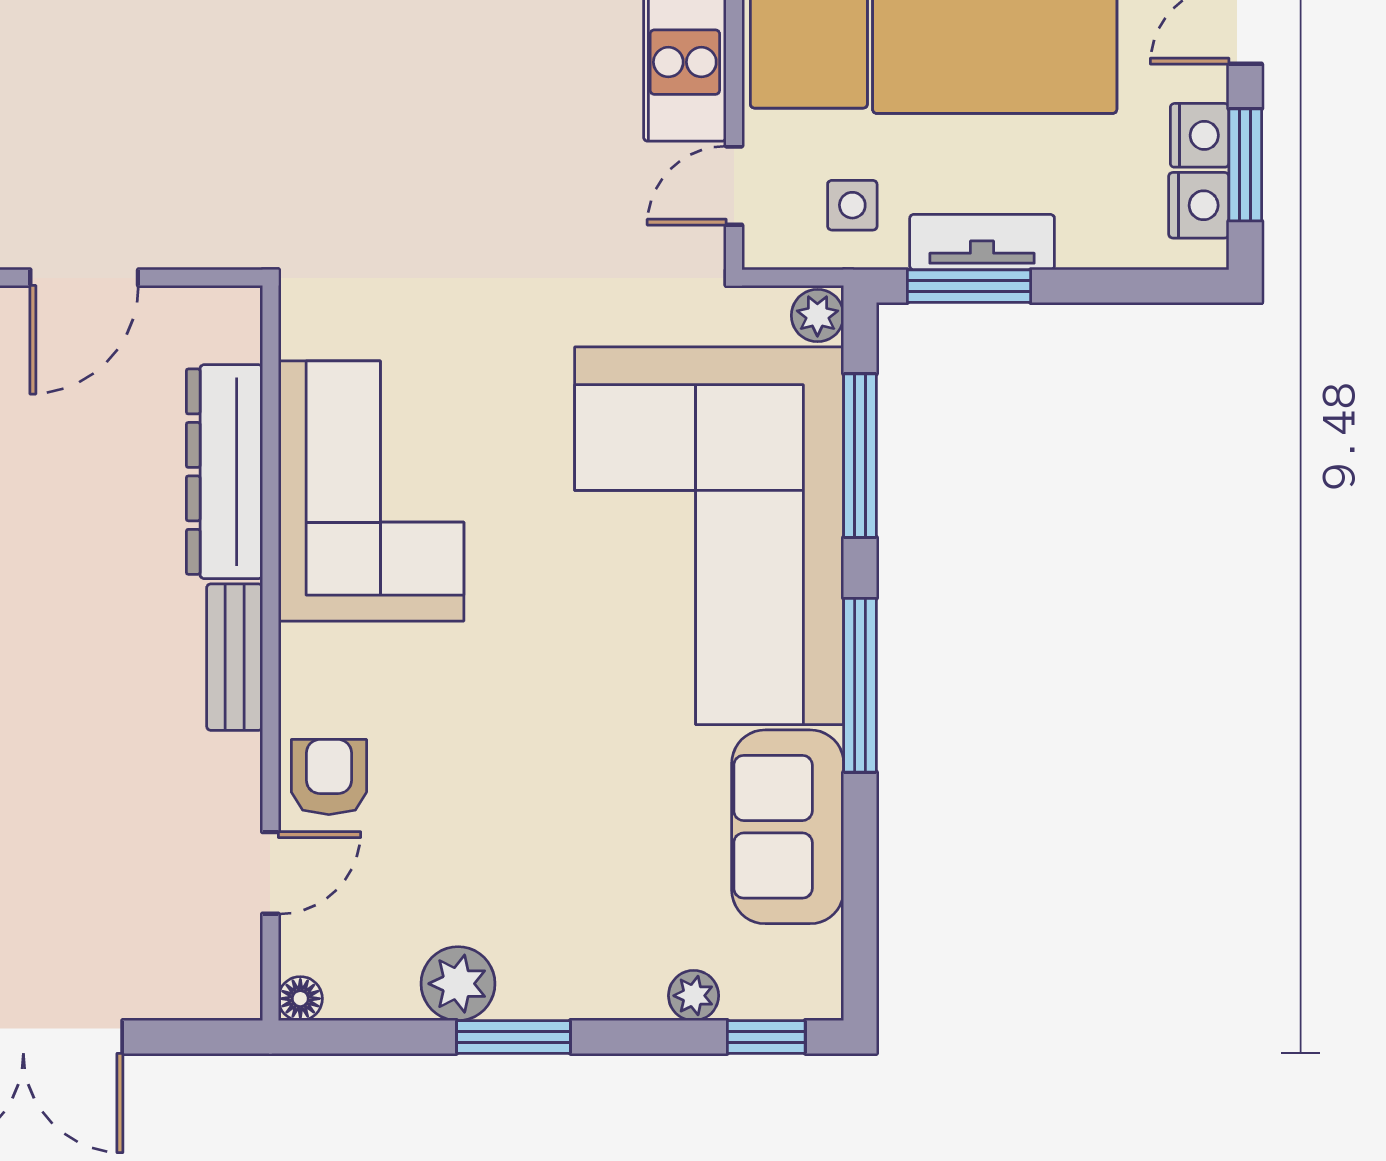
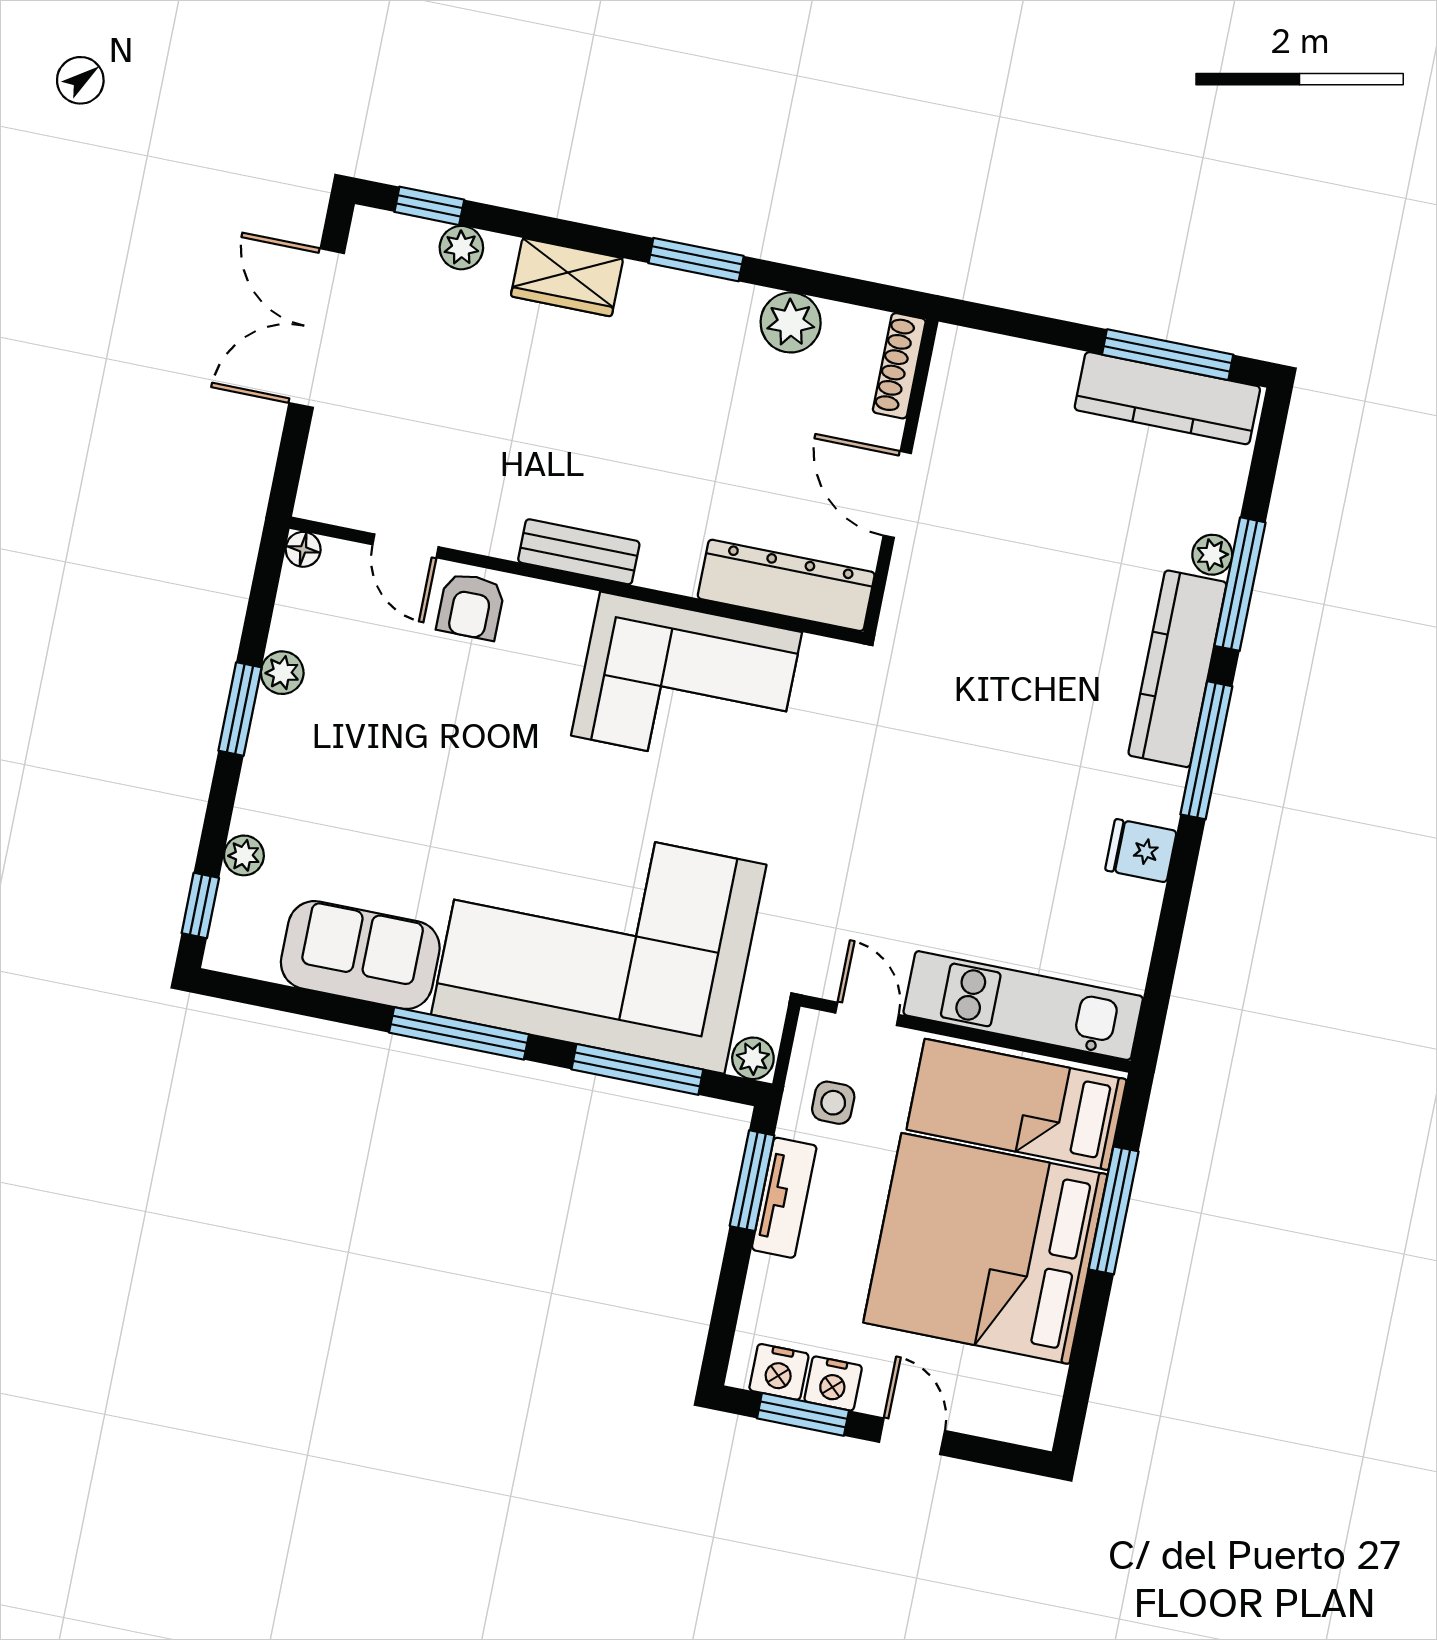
dresser: (224, 472) -> (786, 585), moved
armchair: (329, 777) -> (471, 606), turned 90
plant: (458, 984) -> (282, 673), width x0.73, depth x0.73

